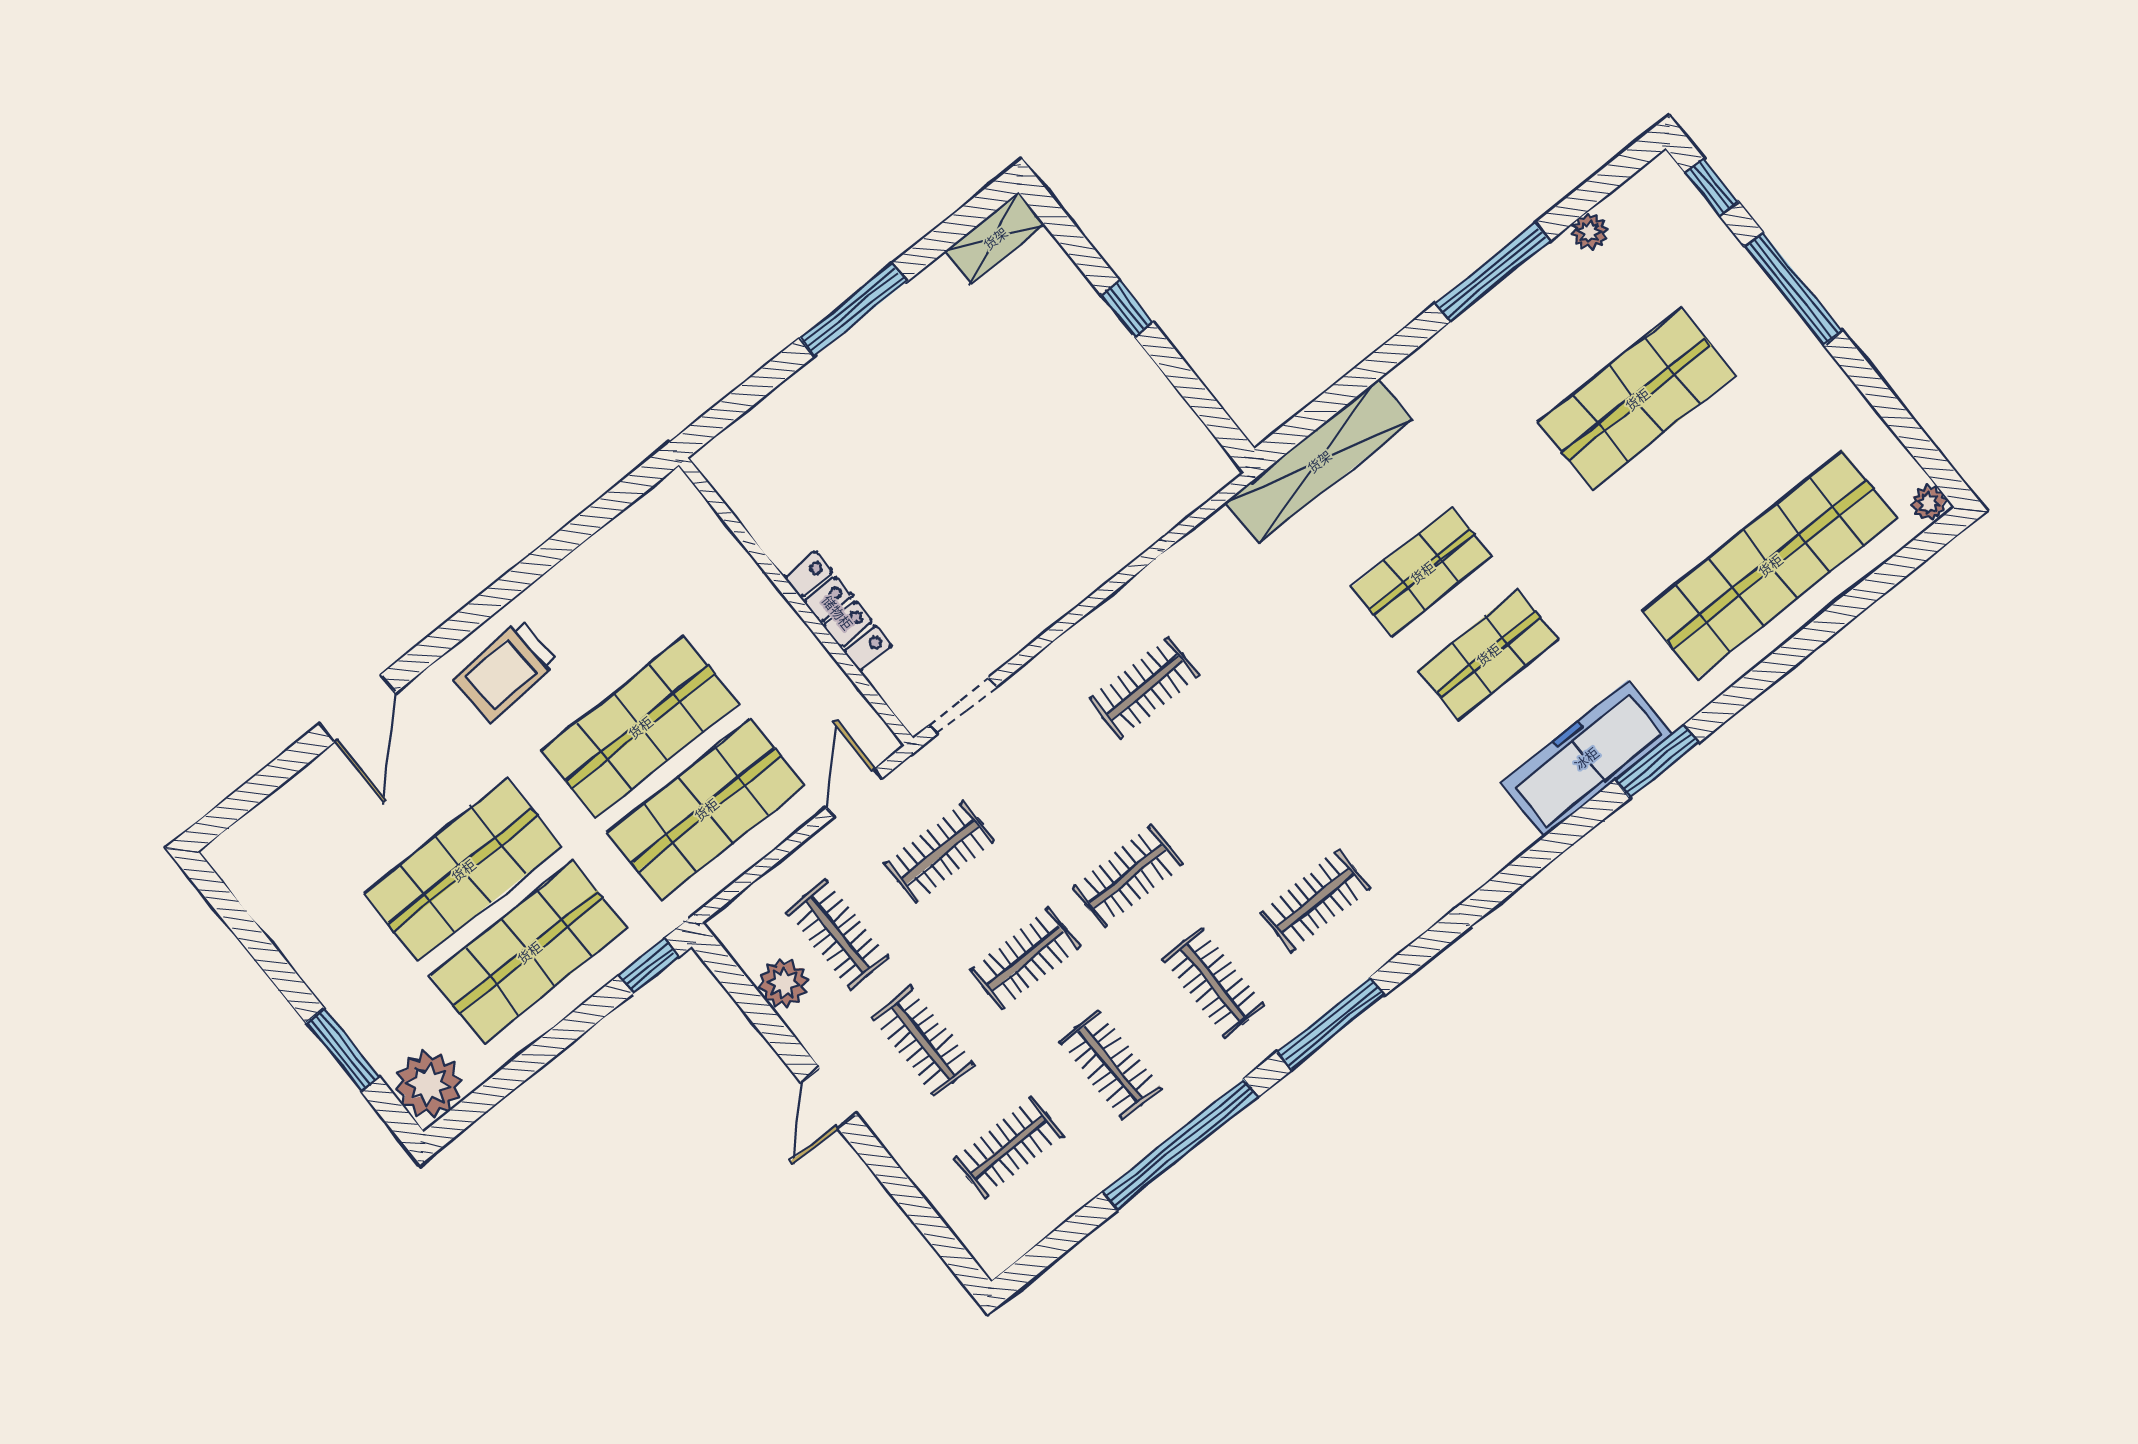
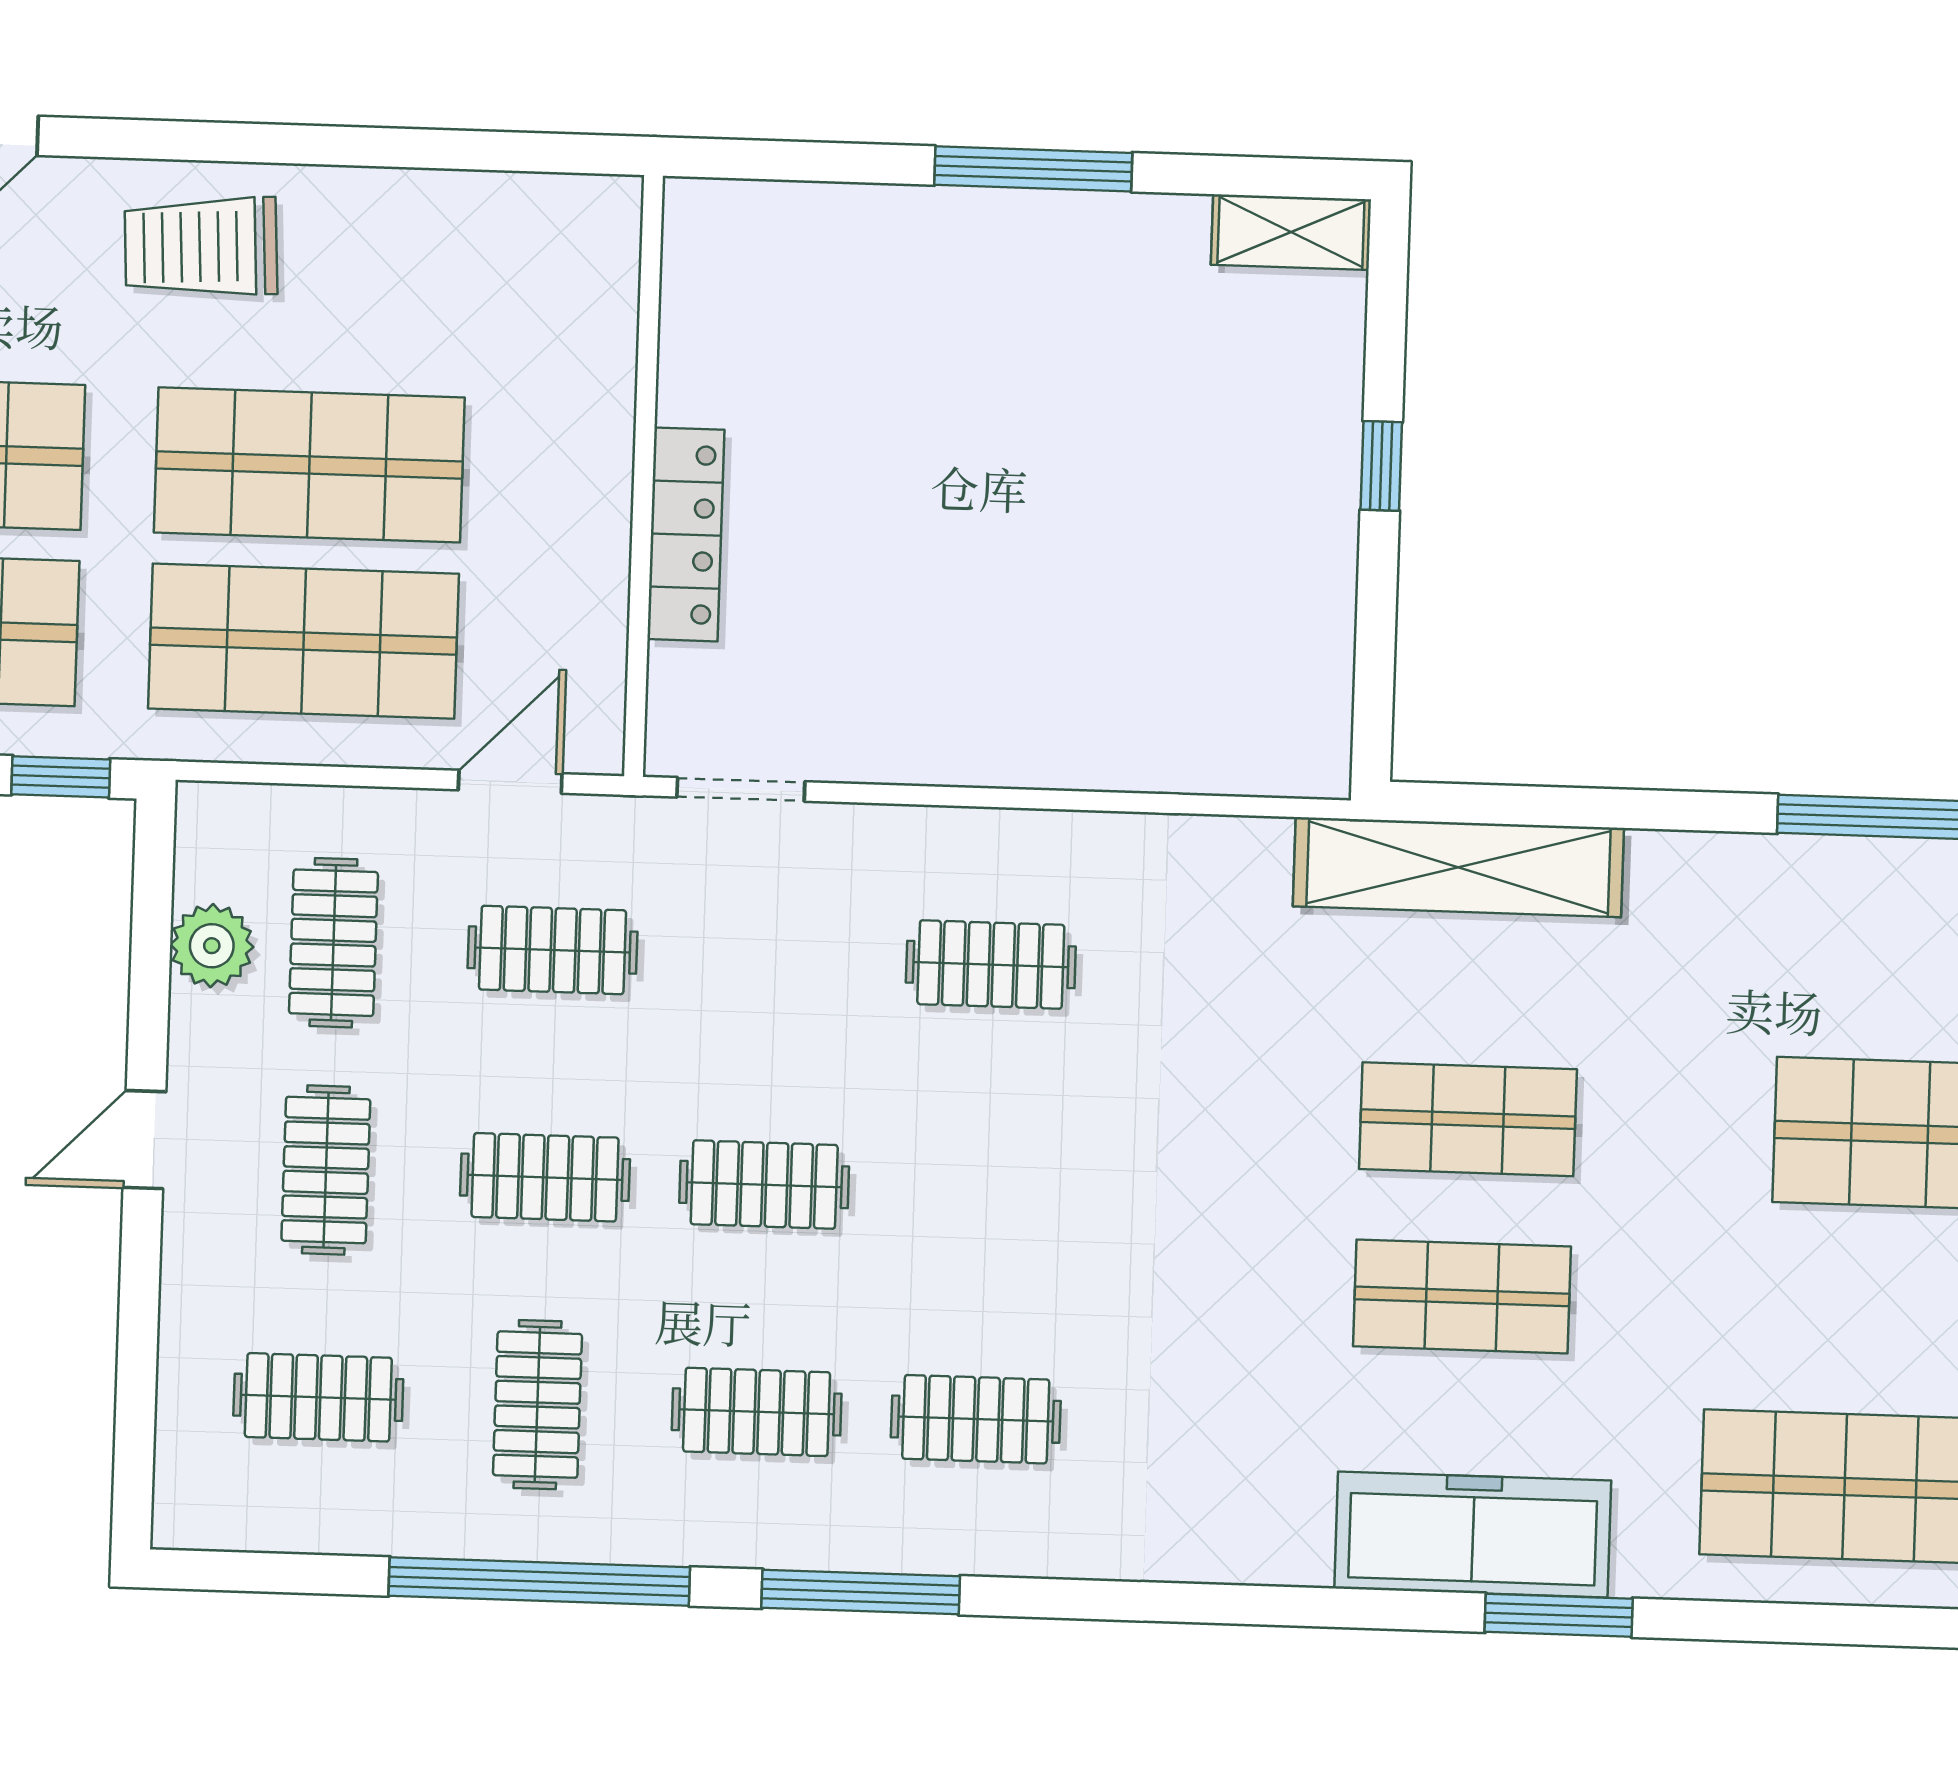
clothes rail: (1213, 982) -> (757, 1412), turned 90

